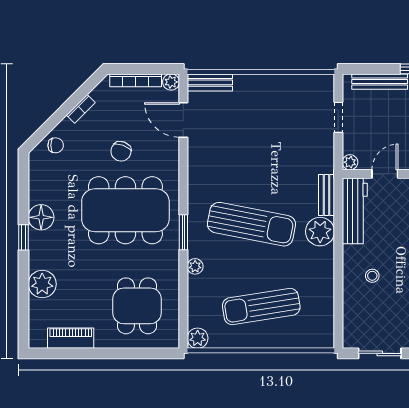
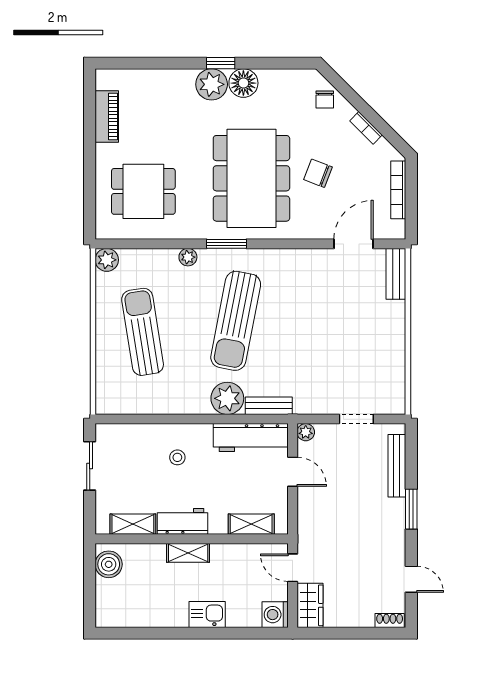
plant: (171, 82) -> (396, 230), removed
plant: (42, 284) -> (212, 84), moved

